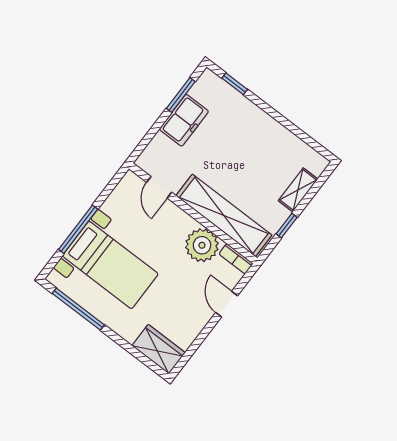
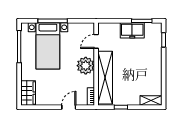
shelving: (298, 190) -> (151, 100), moved
plant: (202, 245) -> (86, 66), moved

